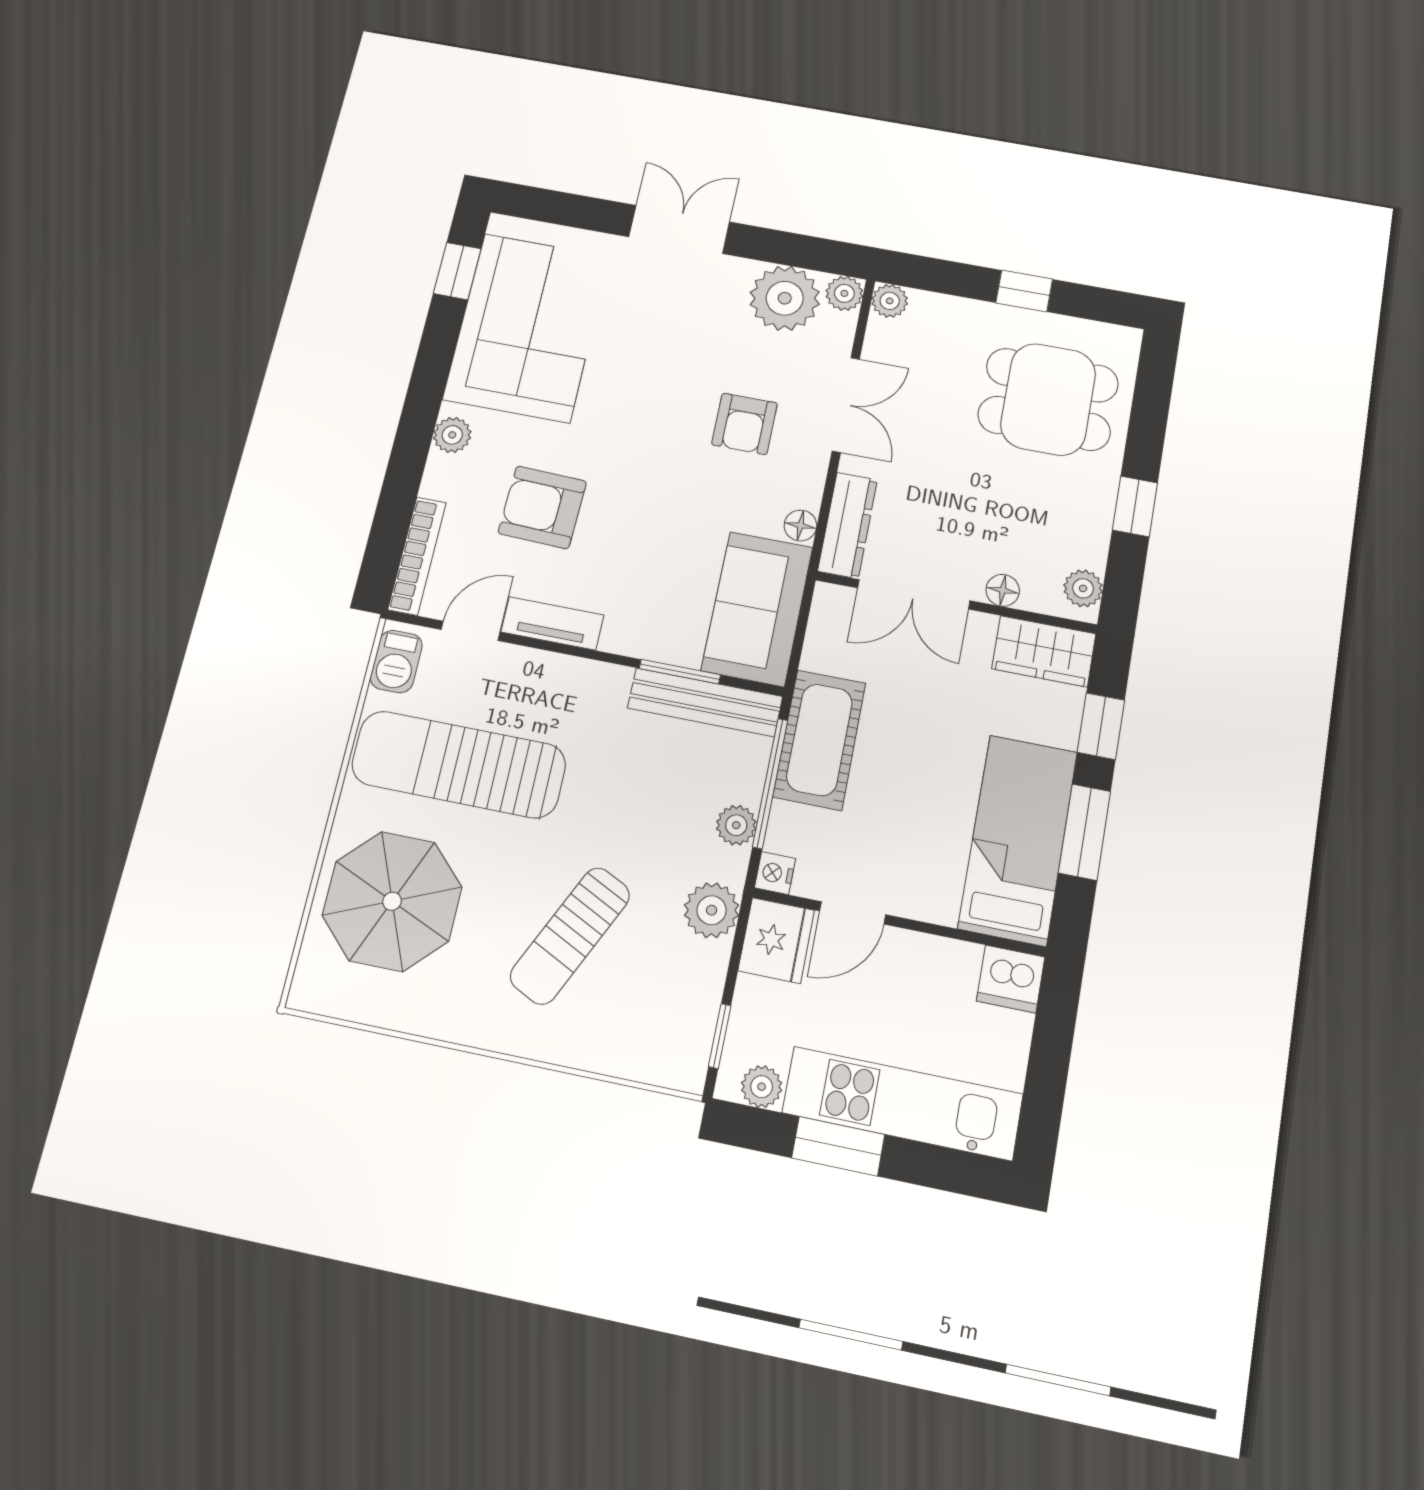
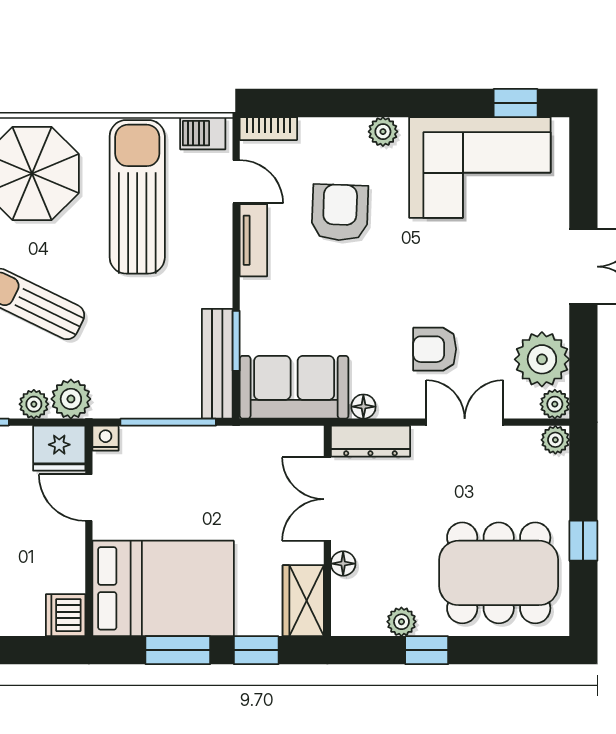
dining table: (1048, 399) -> (499, 573), width x1.37
double door: (846, 405) -> (465, 422), swing flipped
bookcase: (417, 556) -> (268, 129), width x0.64
plant: (1083, 588) -> (401, 622), moved
cot: (819, 740) -> (206, 451), removed
plant: (736, 825) -> (34, 404), moved
bed: (1018, 840) -> (163, 588), width x1.50

